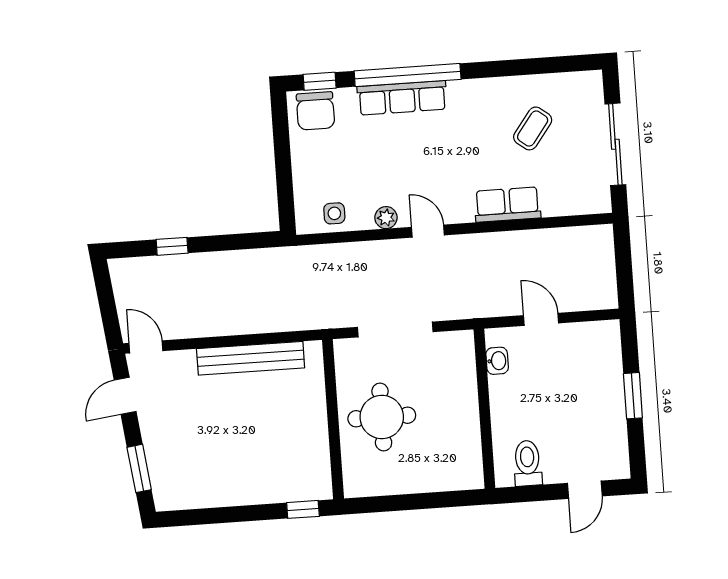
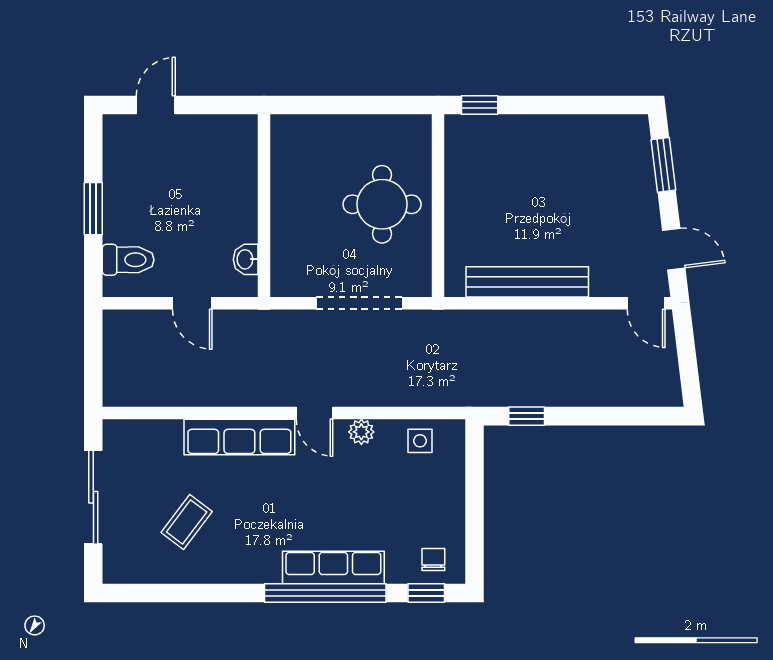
chair: (315, 111) -> (433, 559), width x0.54, depth x0.54
row of seats: (507, 205) -> (239, 437), width x1.48
window: (172, 246) -> (527, 416), moved
door: (125, 396) -> (674, 249), hinge flipped
toilet: (528, 463) -> (128, 260), moved, turned -90

